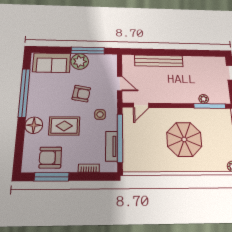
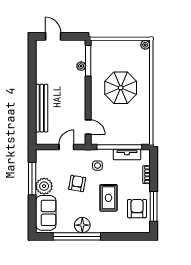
floor lamp: (34, 125) -> (82, 225), moved
armchair: (50, 158) -> (137, 209), turned 180

